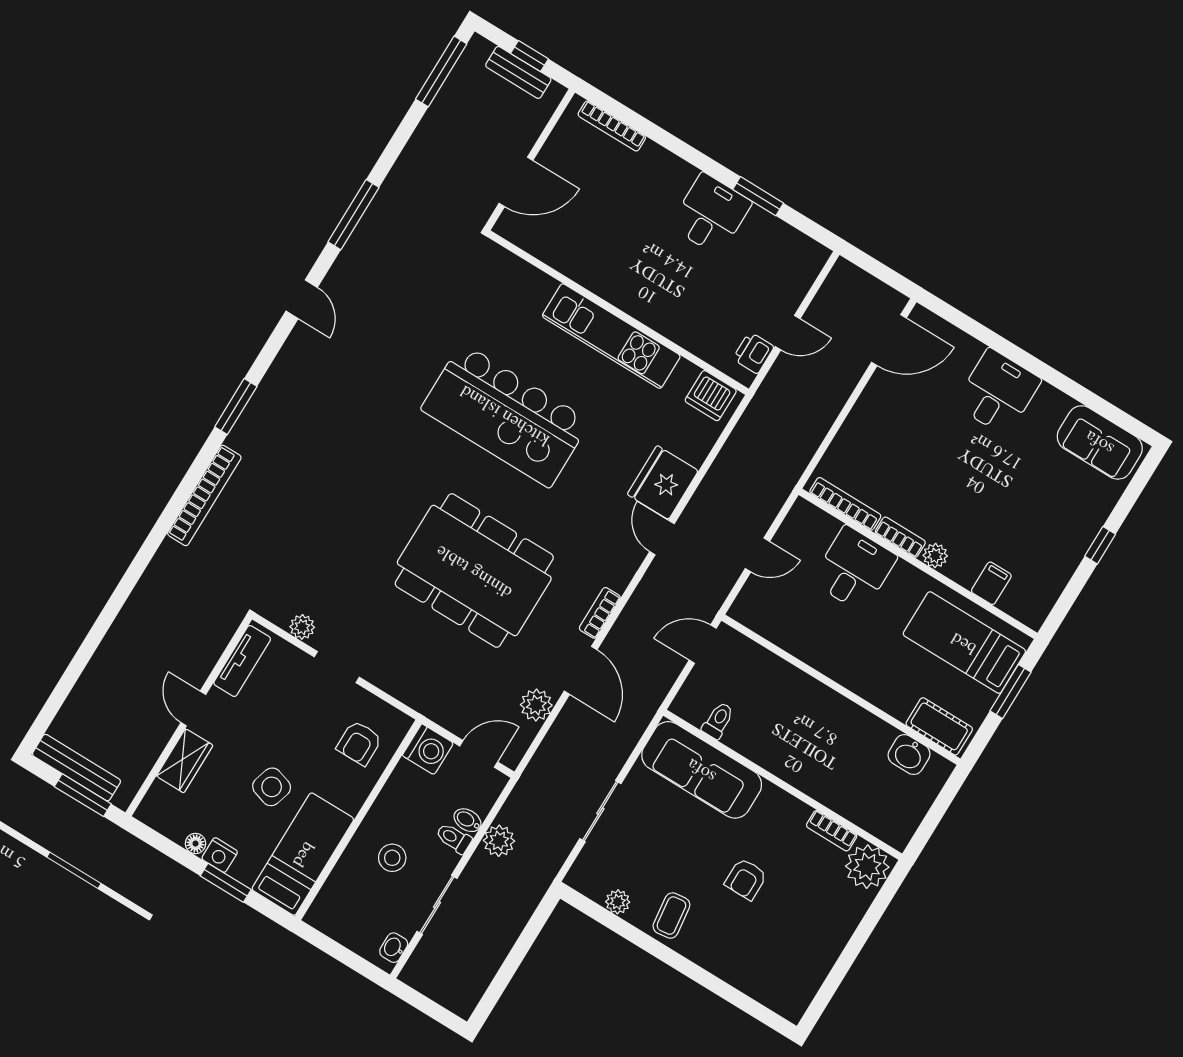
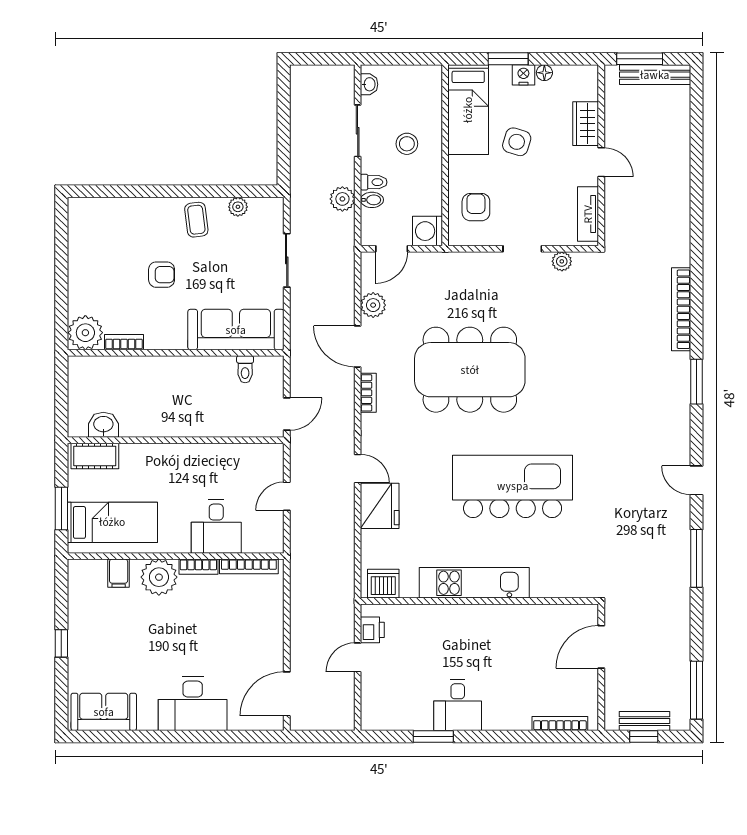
desk: (998, 392) -> (193, 704), width x1.37
plant: (935, 556) -> (159, 577), width x1.87, depth x1.87
armchair: (746, 879) -> (162, 275), turned 90

